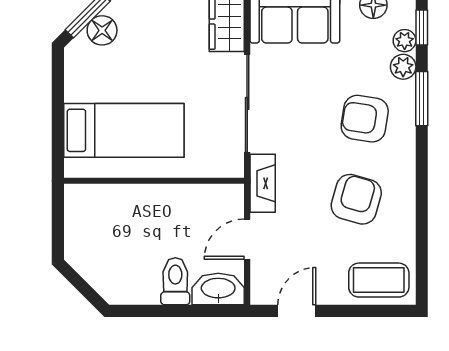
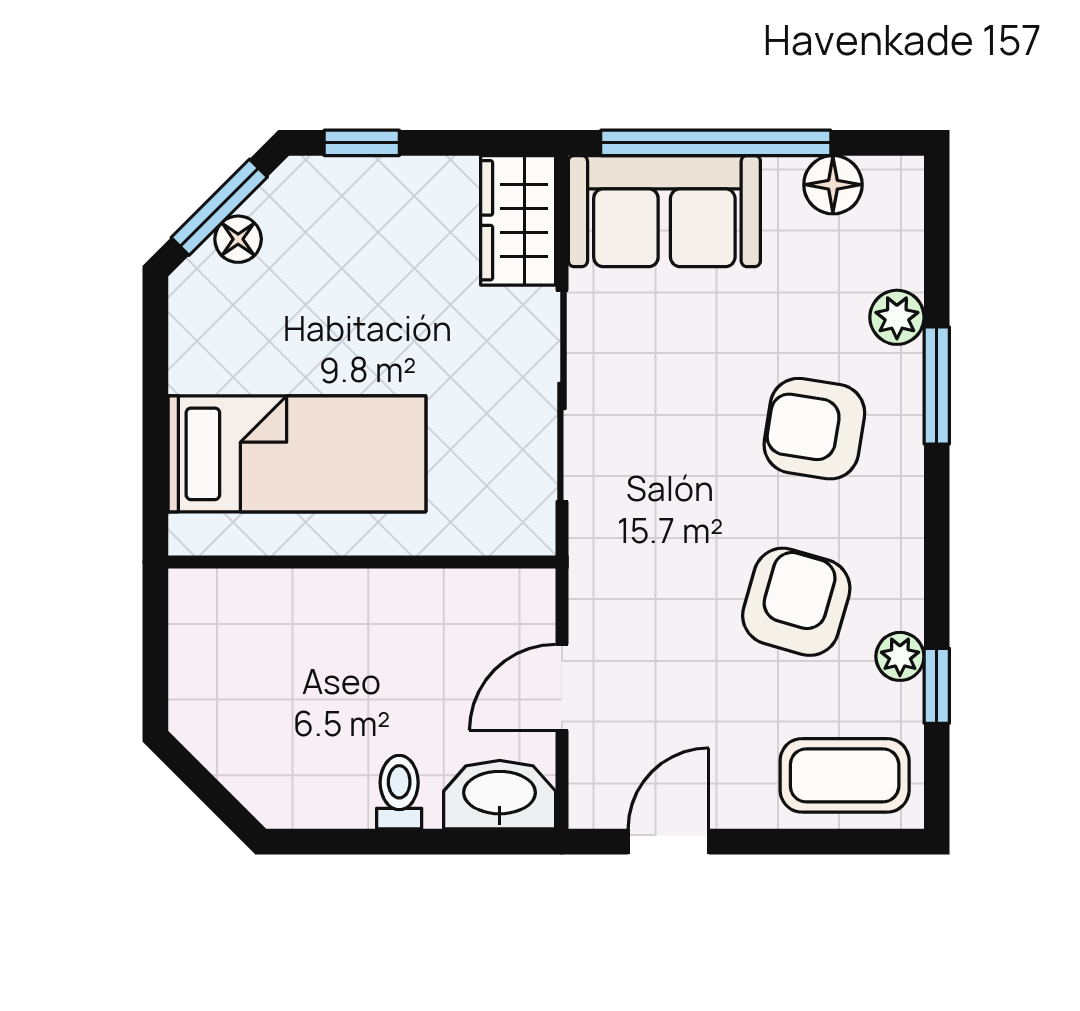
window: (422, 28) -> (937, 686), moved
floor lamp: (102, 30) -> (238, 239), width x0.73, depth x0.73
plant: (405, 41) -> (900, 656), moved
fireplace: (263, 183) -> (595, 568), removed
toilet: (175, 281) -> (399, 792), width x0.73, depth x0.72

